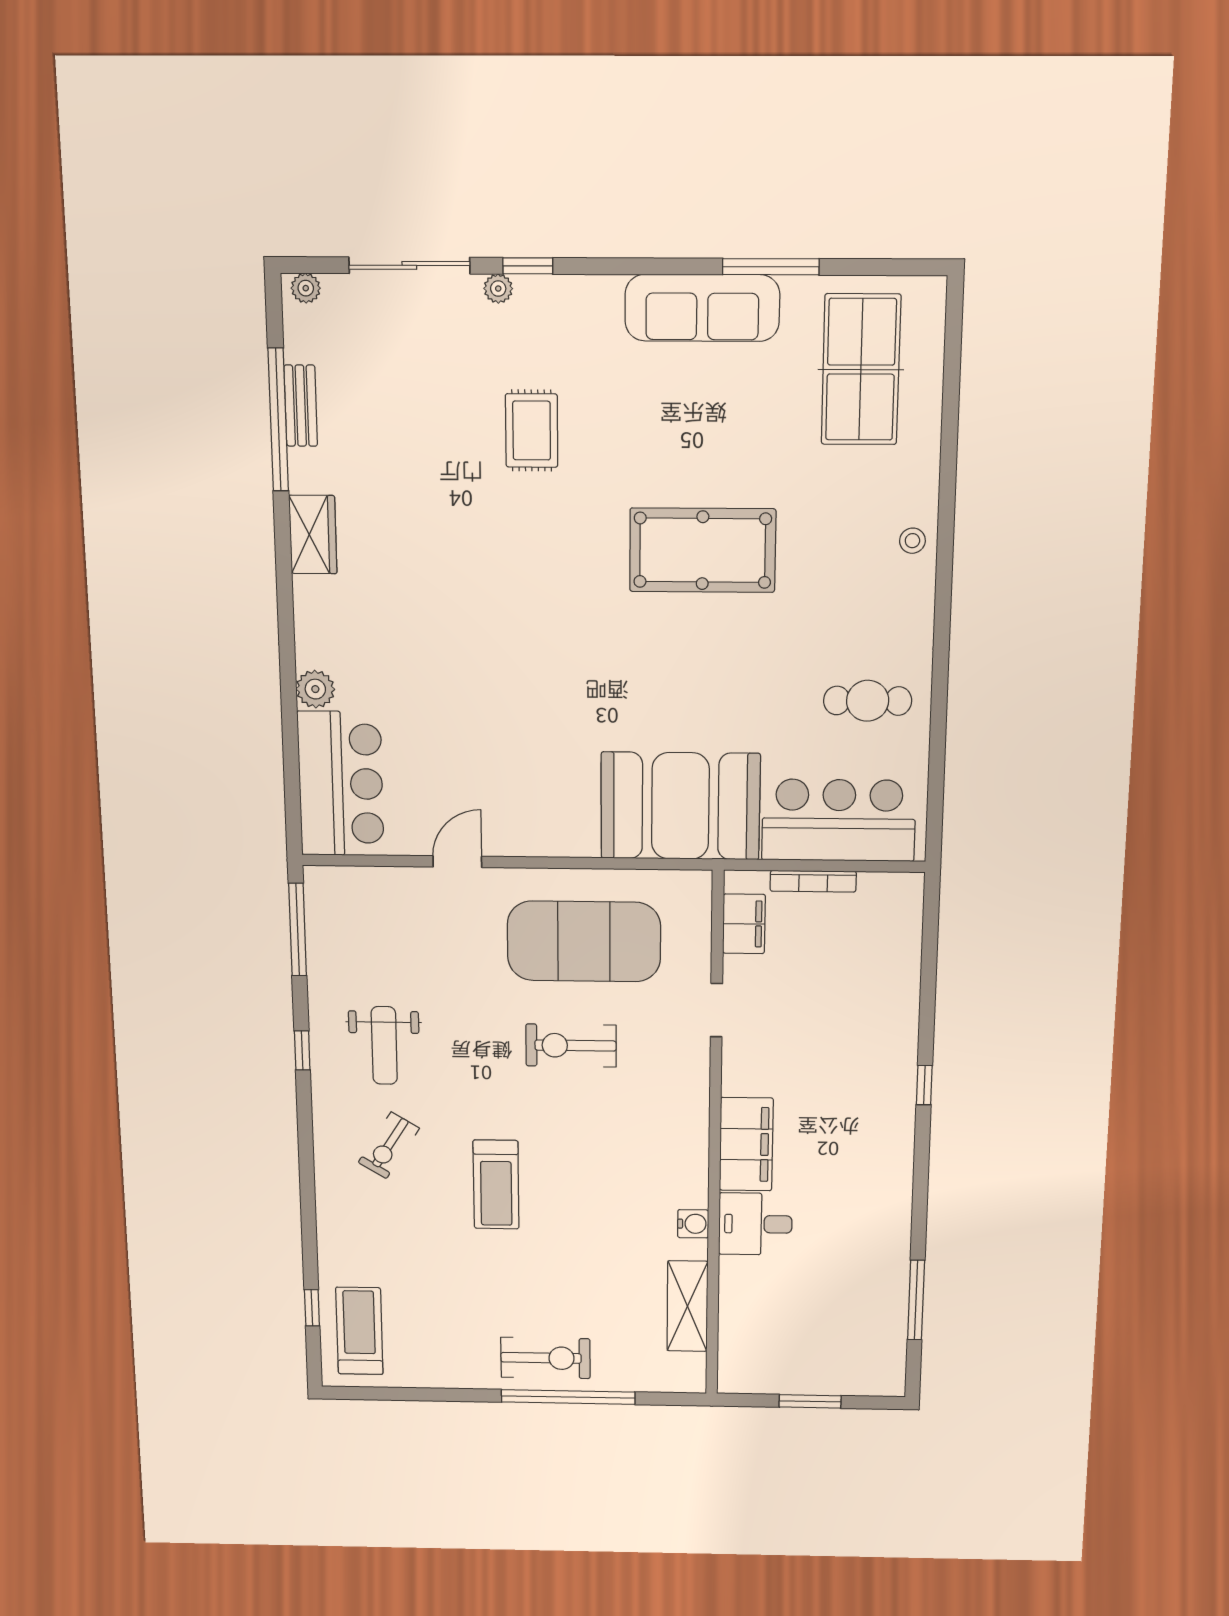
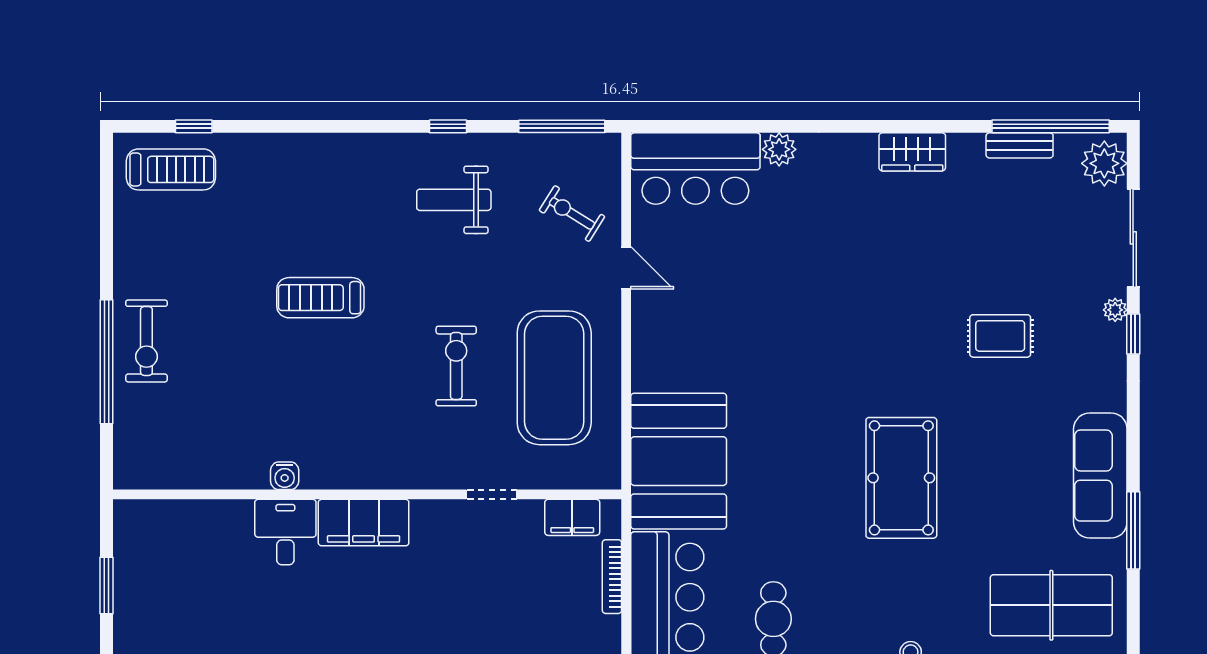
plant: (306, 288) -> (1104, 163), width x1.87, depth x1.87
window: (278, 420) -> (1051, 126), moved
exercise bike: (389, 1145) -> (572, 213), moved
shelving: (687, 1306) -> (202, 471), removed

